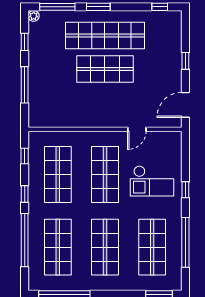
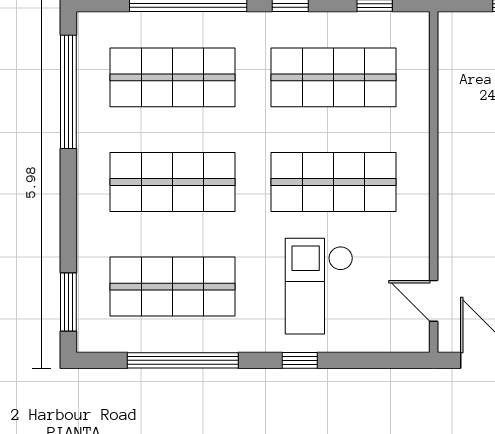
door: (137, 129) -> (434, 301), moved

